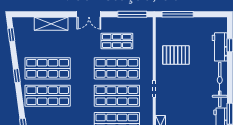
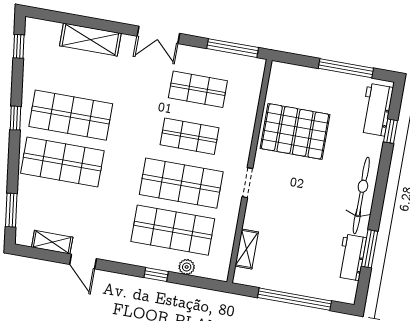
window: (178, 14) -> (346, 68), moved
workbench: (220, 47) -> (376, 110), moved
pallet: (176, 55) -> (295, 131), width x1.37, depth x1.41
shop shelf: (117, 68) -> (190, 136), width x0.70, depth x0.74

